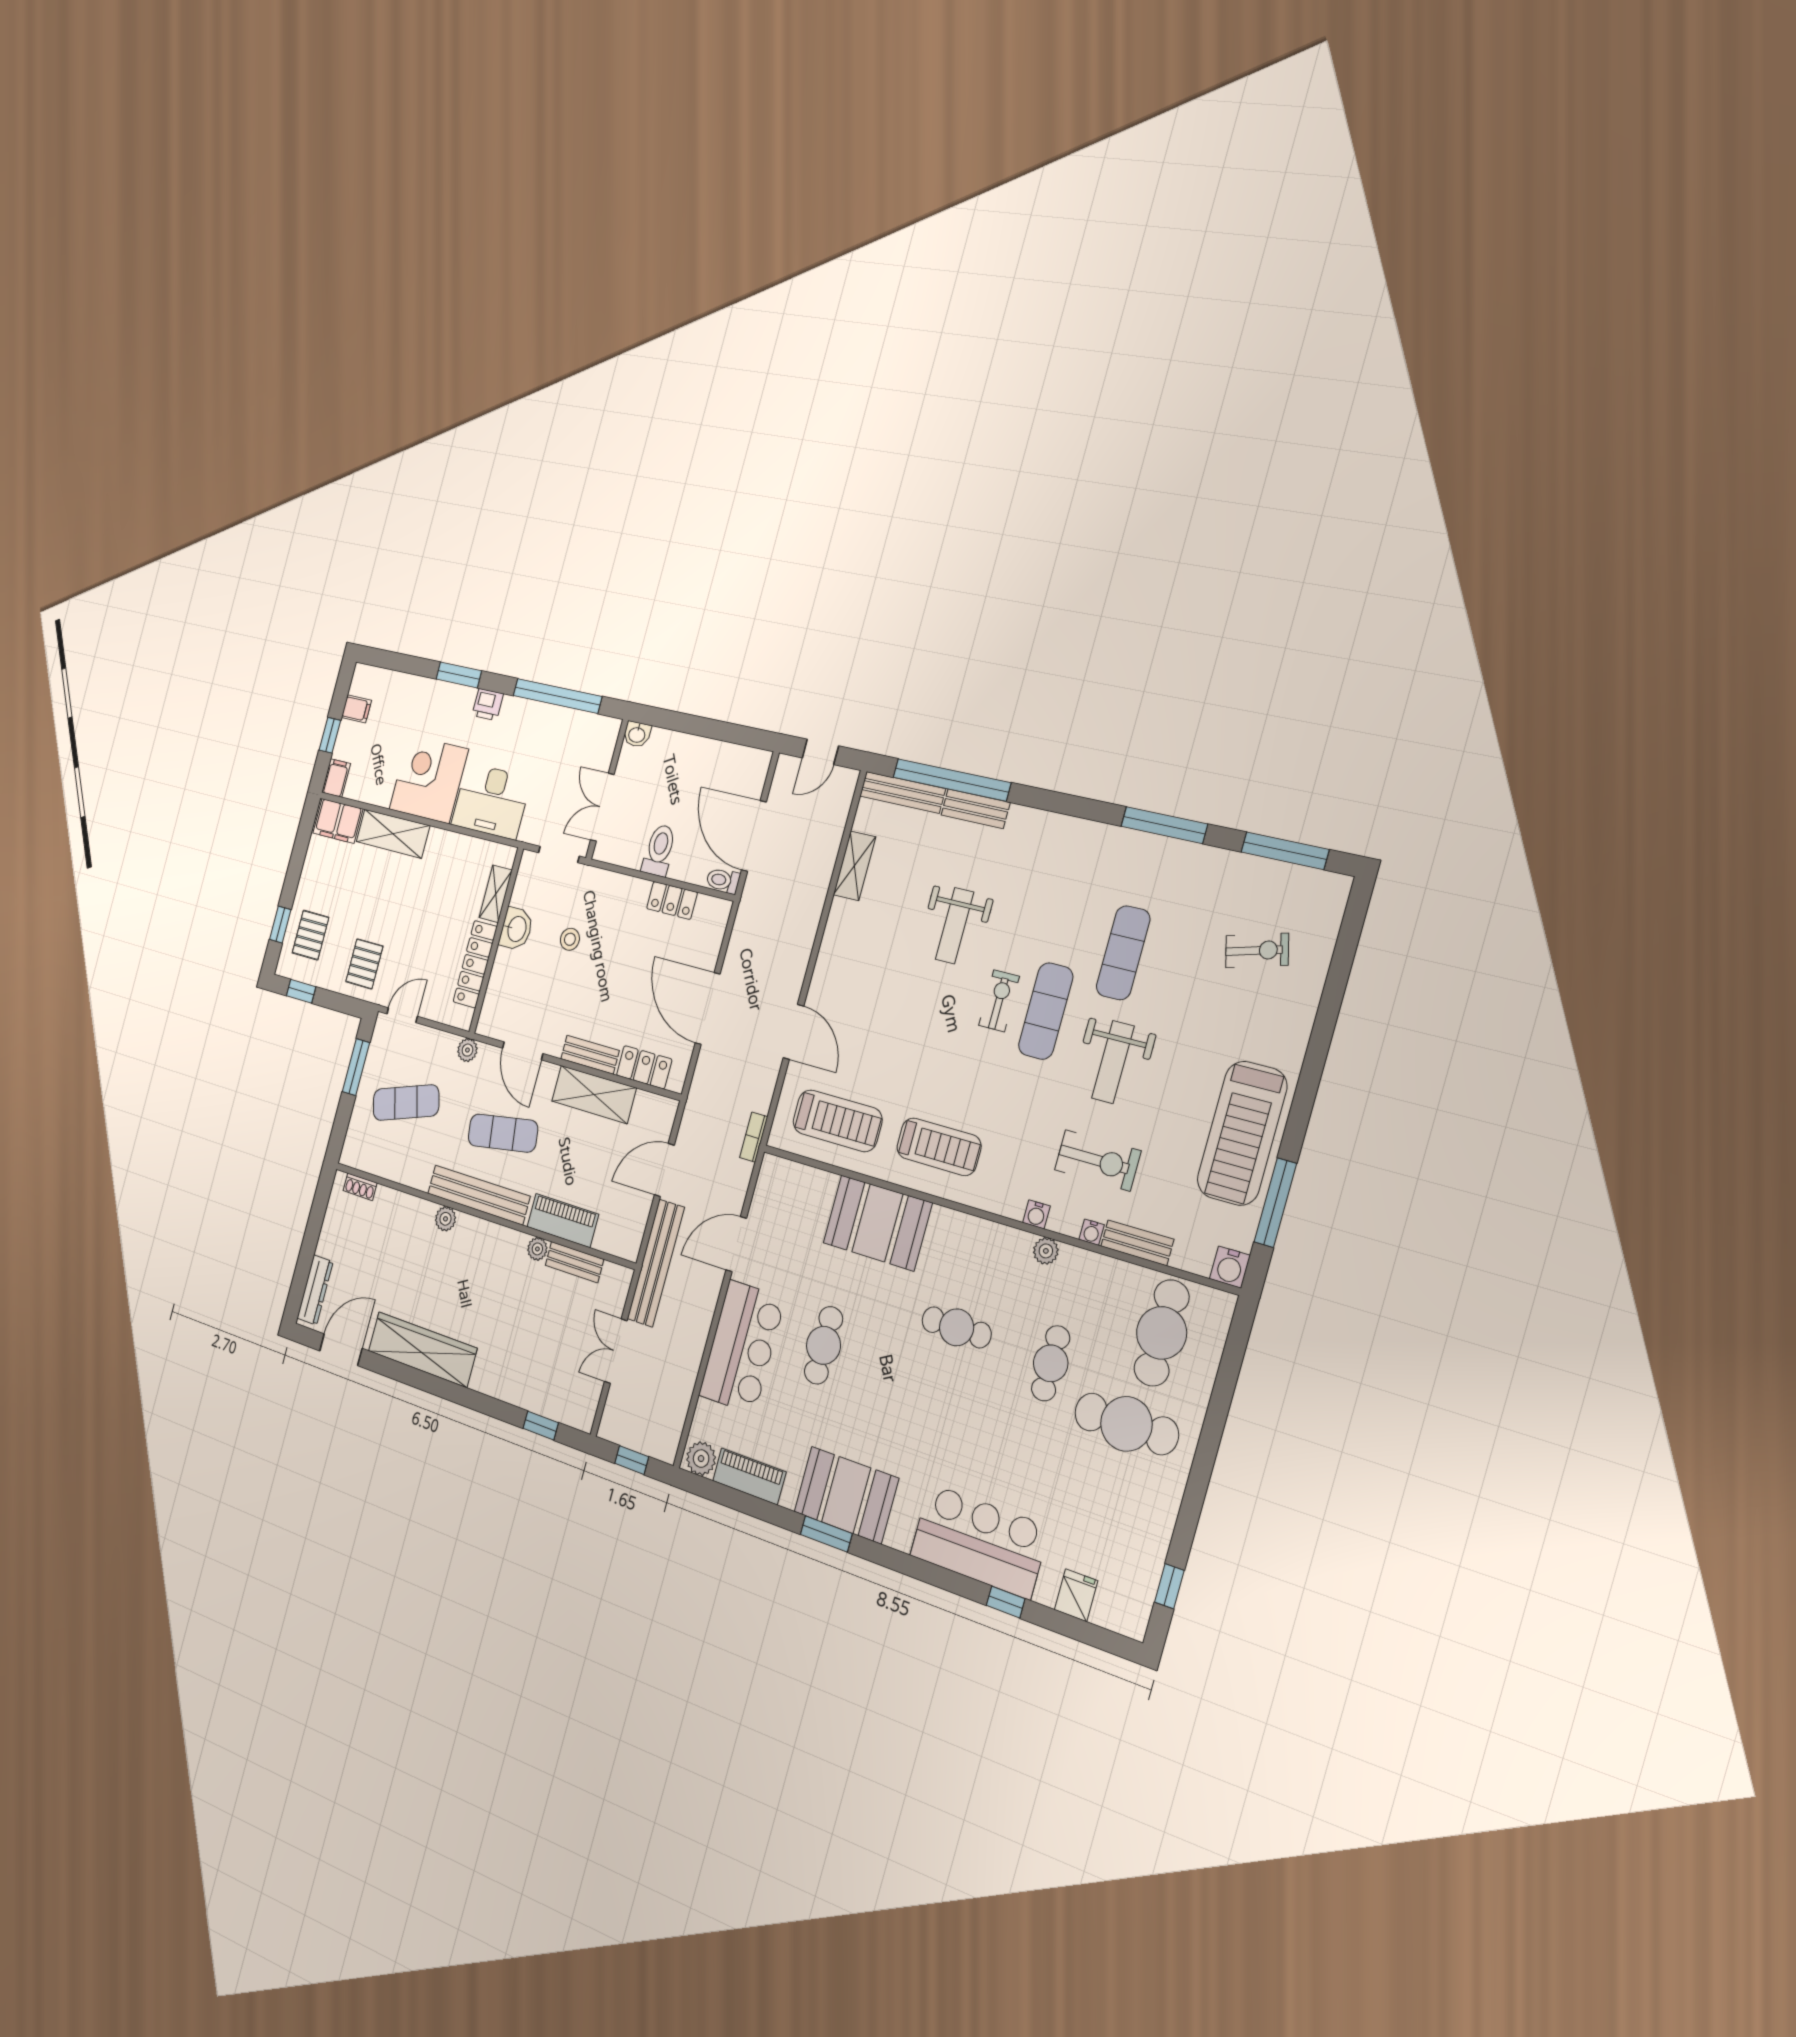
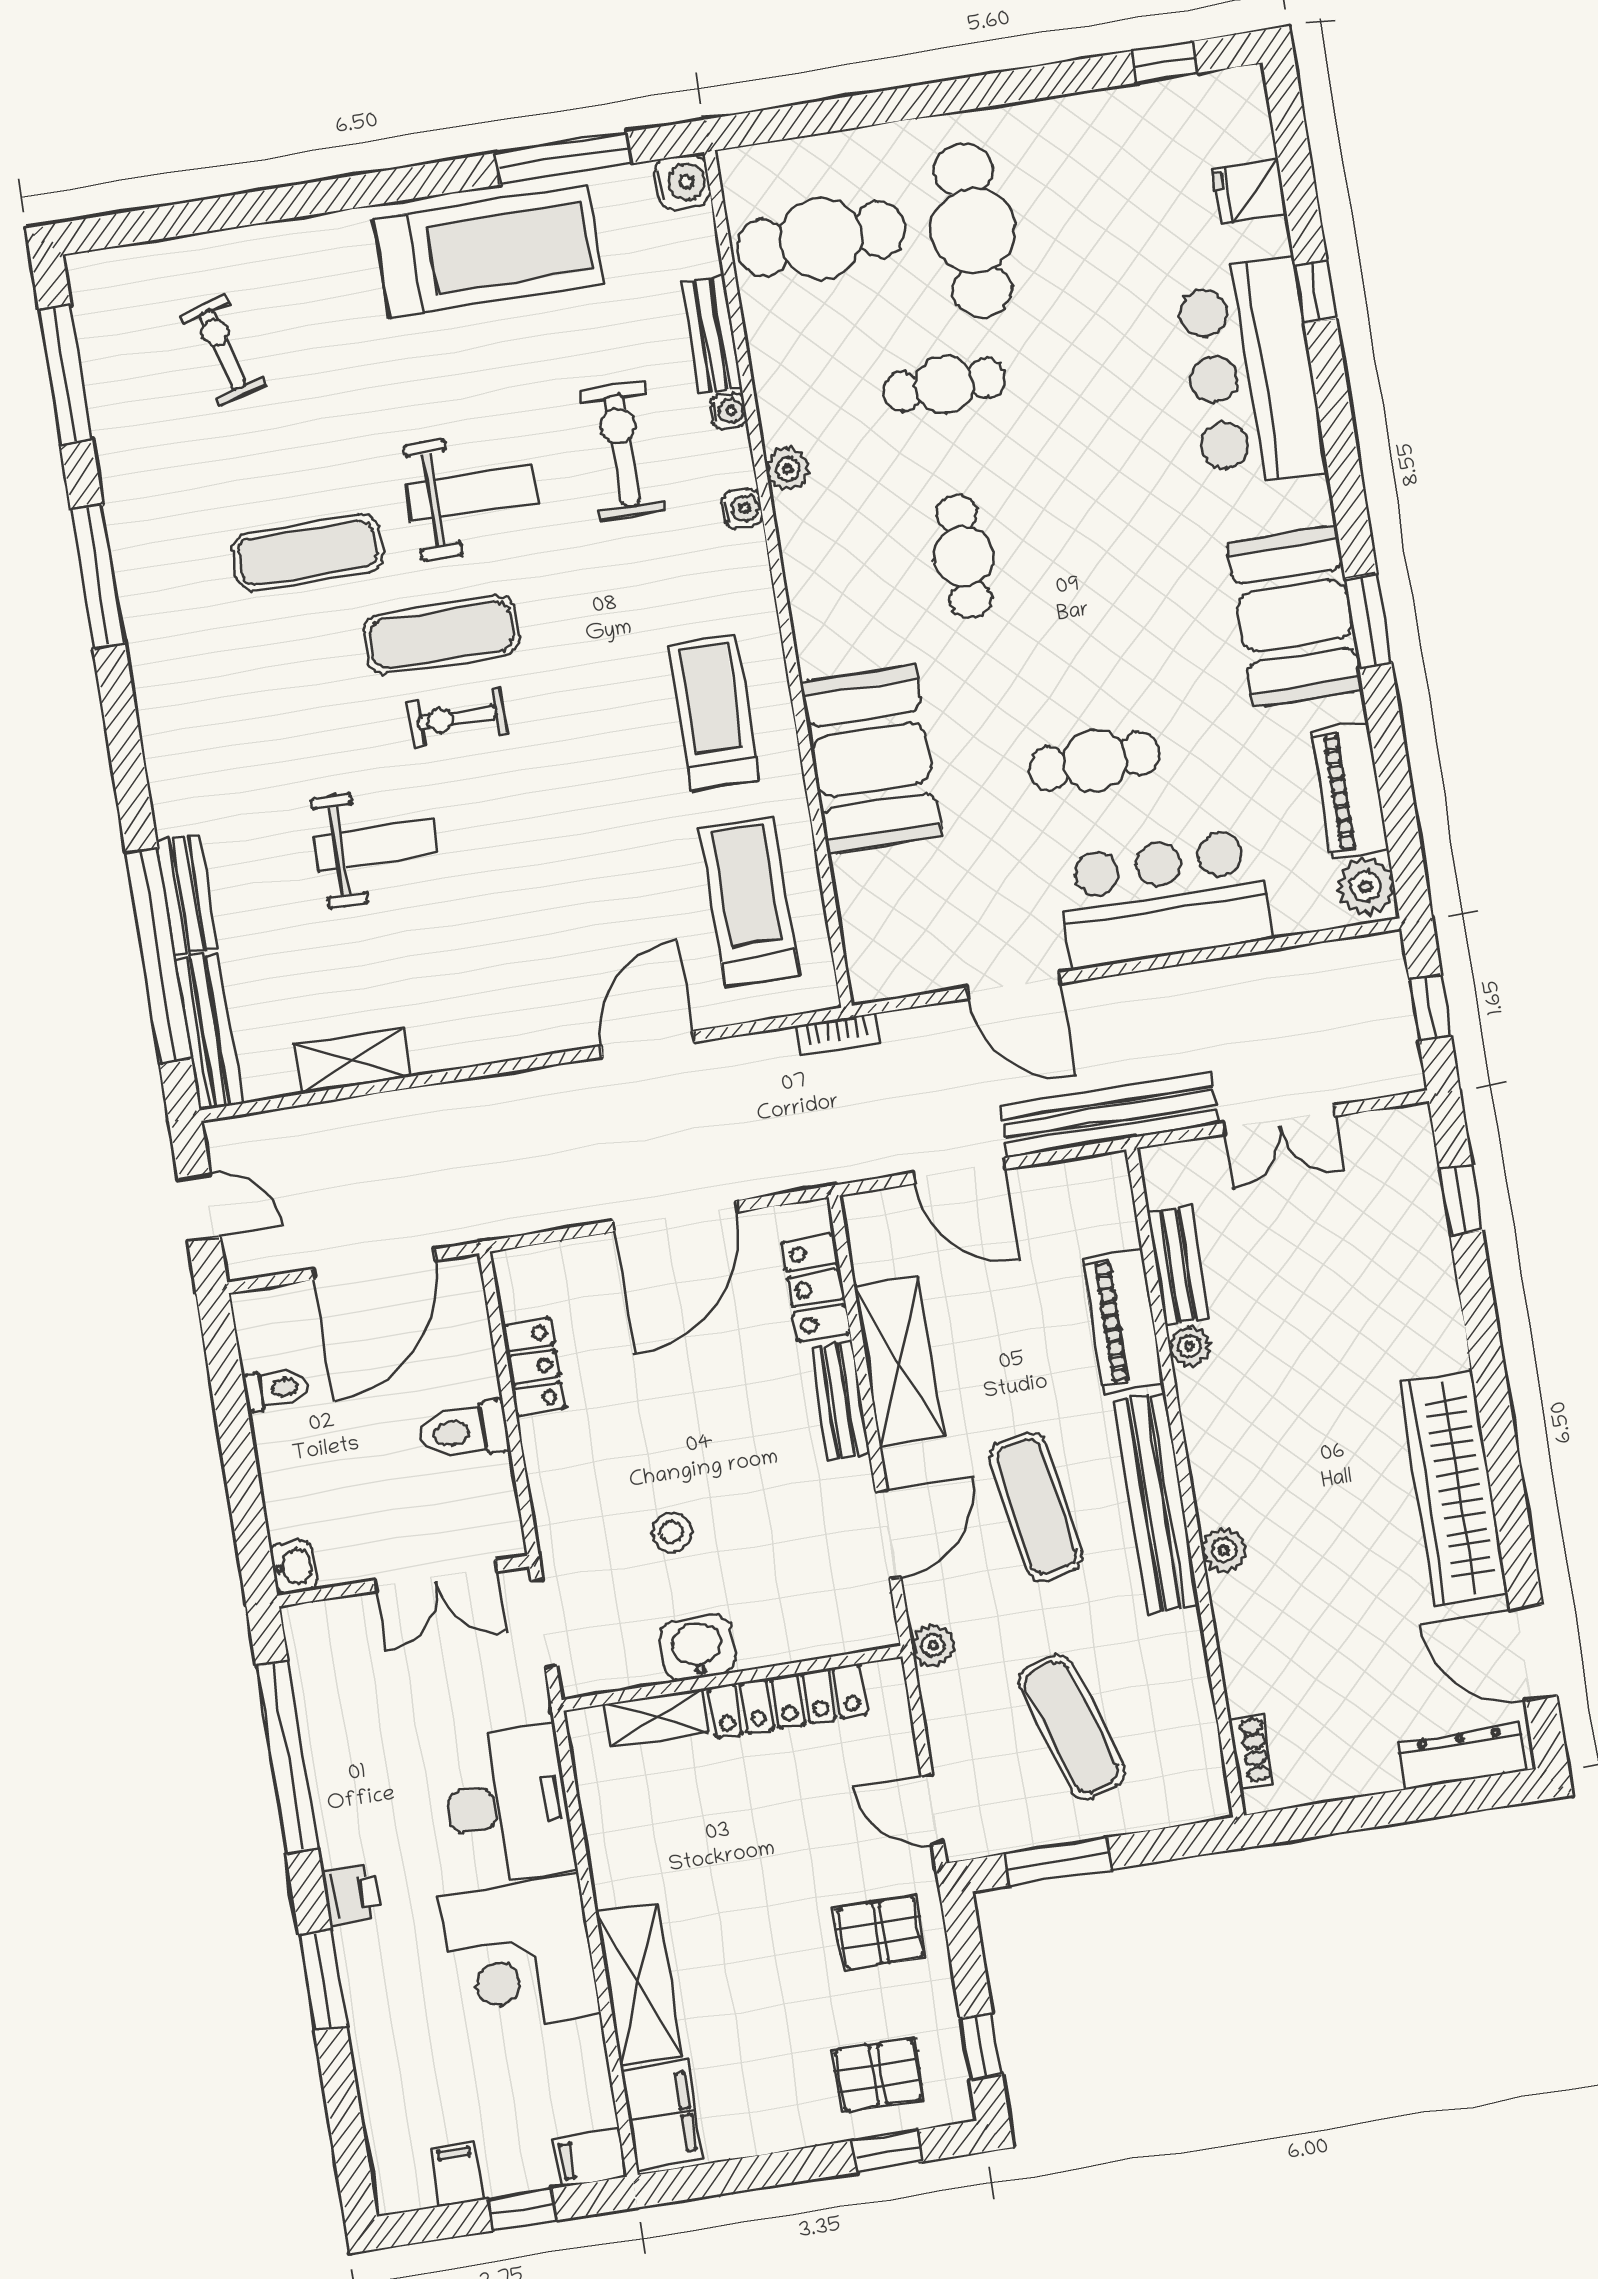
toilet: (723, 881) -> (276, 1389), moved, turned -90

